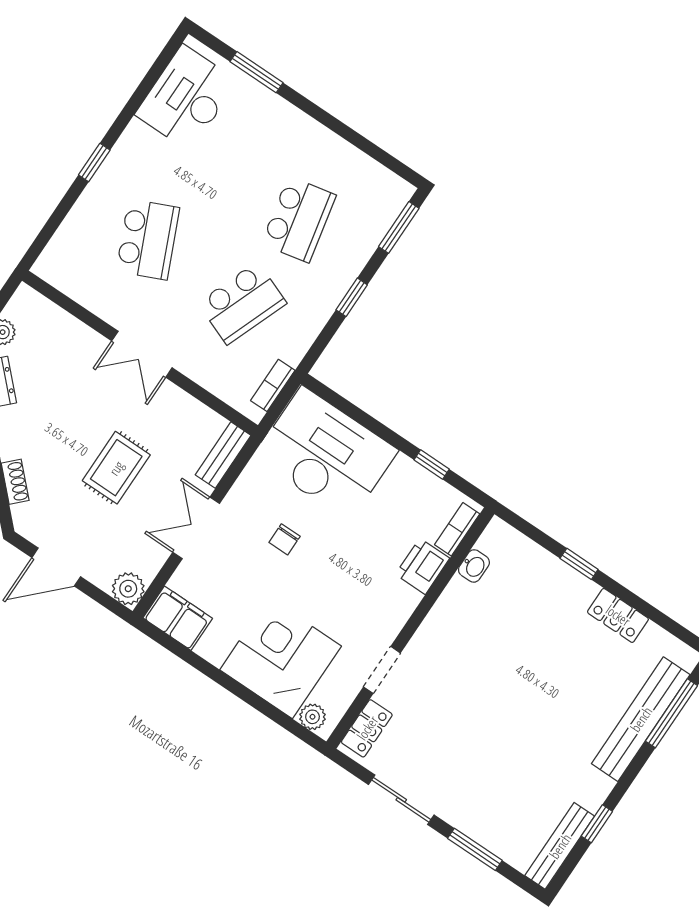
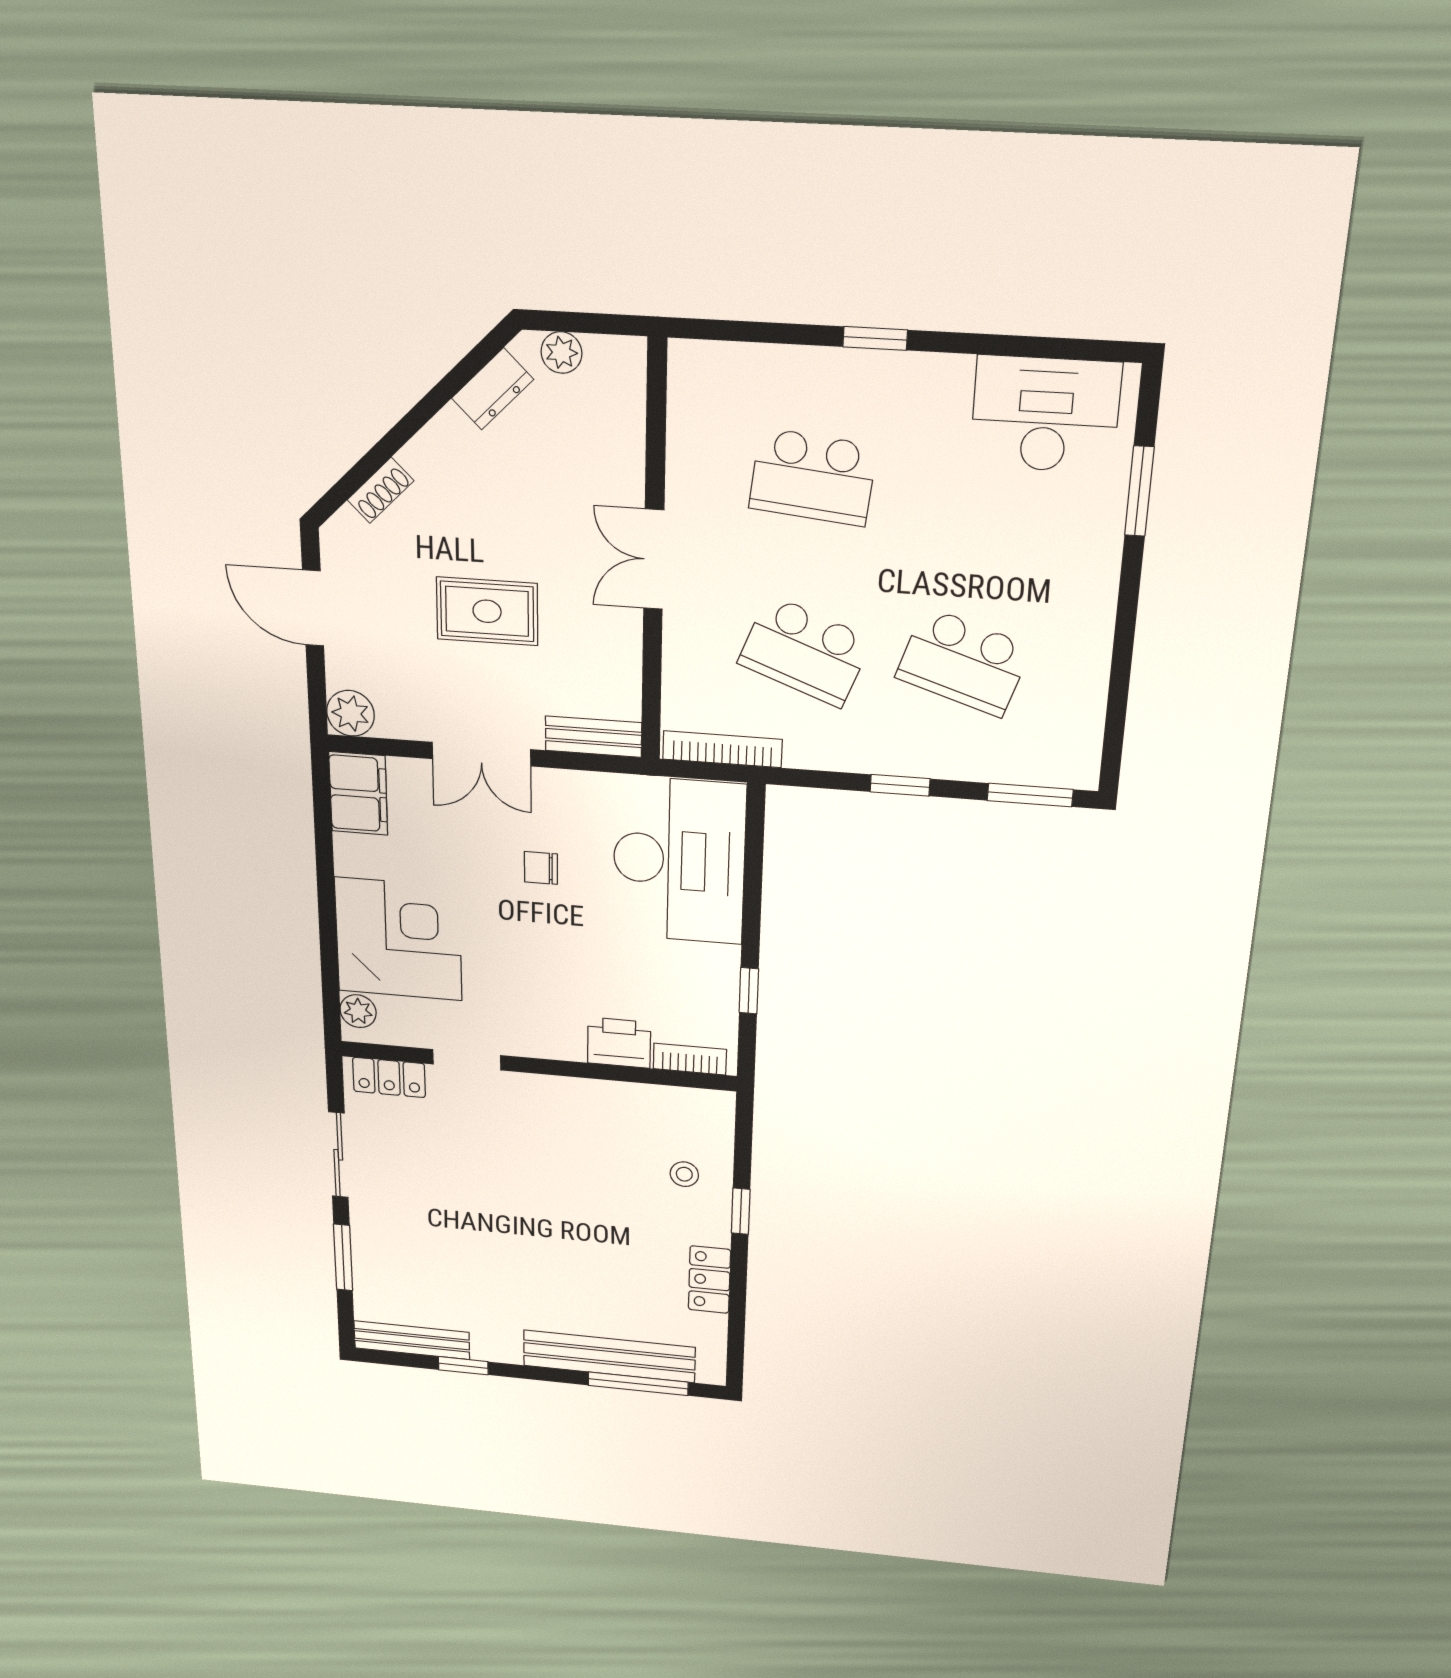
school desk: (299, 219) -> (963, 662), turned 30
school desk: (148, 239) -> (813, 477), turned 30
bookcase: (273, 385) -> (722, 749), width x1.56
double door: (196, 528) -> (481, 754), swing flipped
washbasin: (474, 566) -> (659, 1099), removed
stool: (534, 583) -> (684, 1174), added

